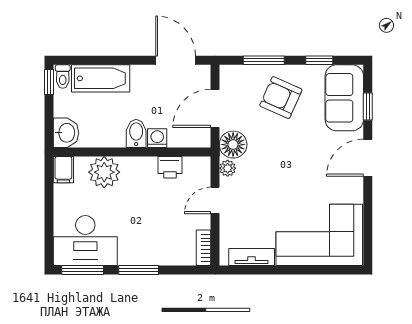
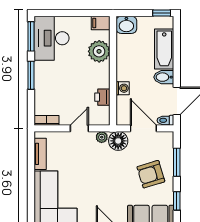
toilet: (63, 77) -> (165, 120), moved
armchair: (281, 98) -> (151, 174), turned -131
bidet: (136, 133) -> (164, 77), moved, turned 180
door: (215, 200) -> (79, 128), hinge flipped

